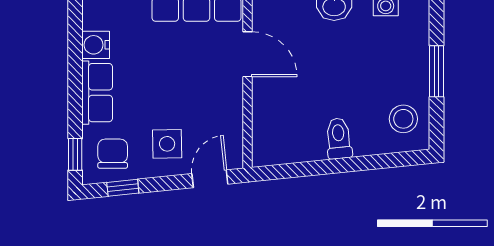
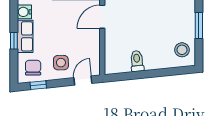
door: (248, 54) -> (102, 17), swing flipped
toilet: (339, 138) -> (137, 61), moved
window: (75, 154) -> (14, 41), moved

